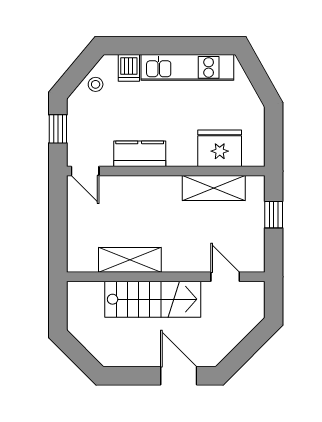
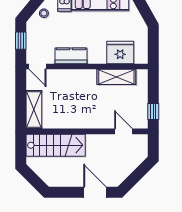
window: (274, 215) -> (153, 112), moved
shelving: (130, 260) -> (34, 109), moved, turned 90
stairs: (153, 299) -> (56, 145), moved

